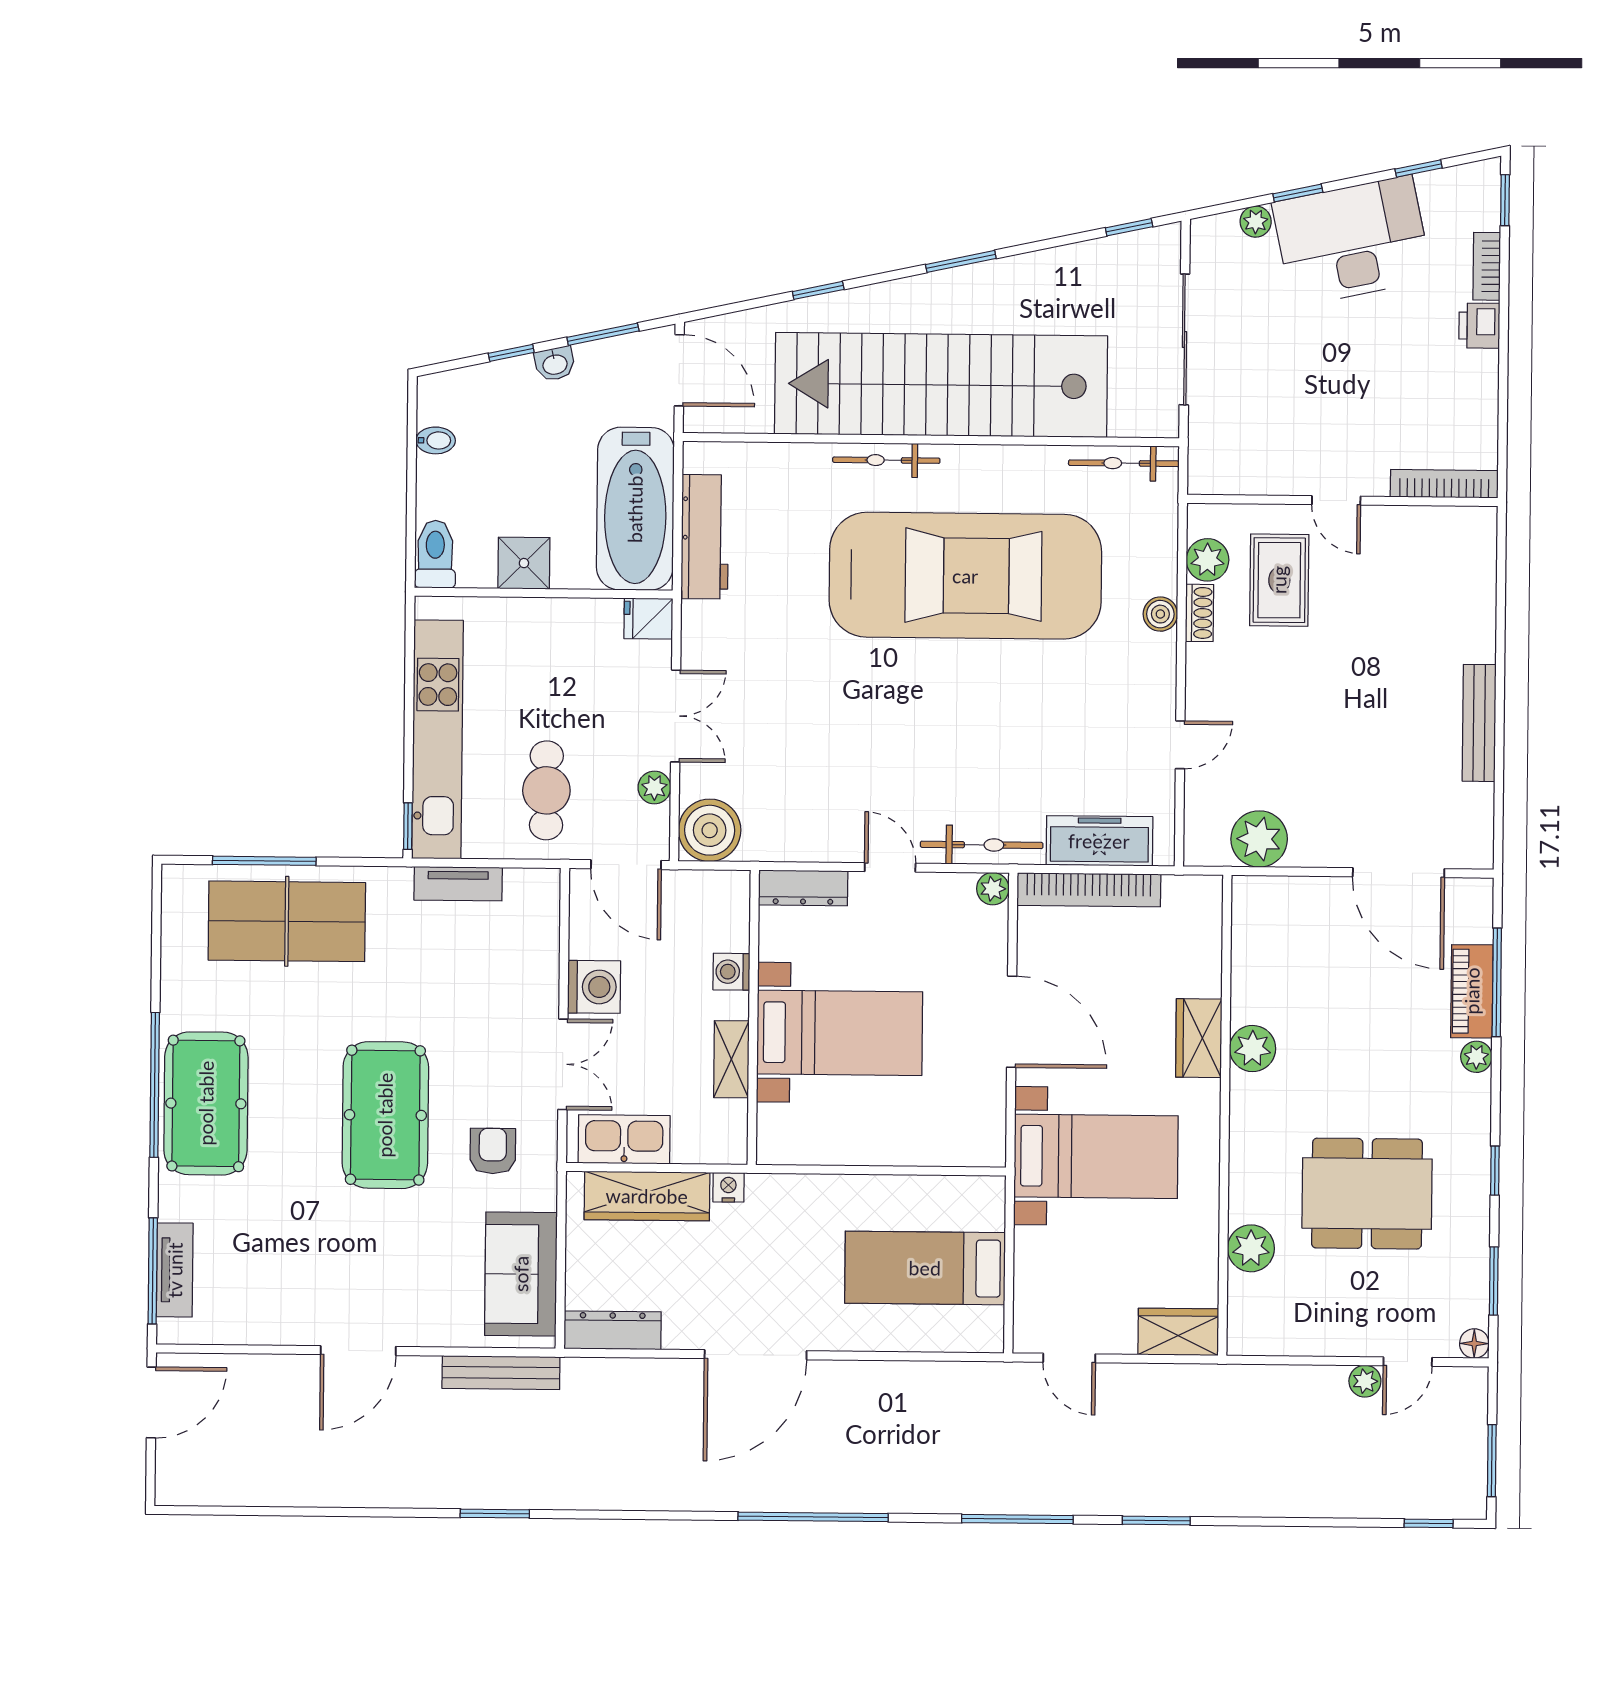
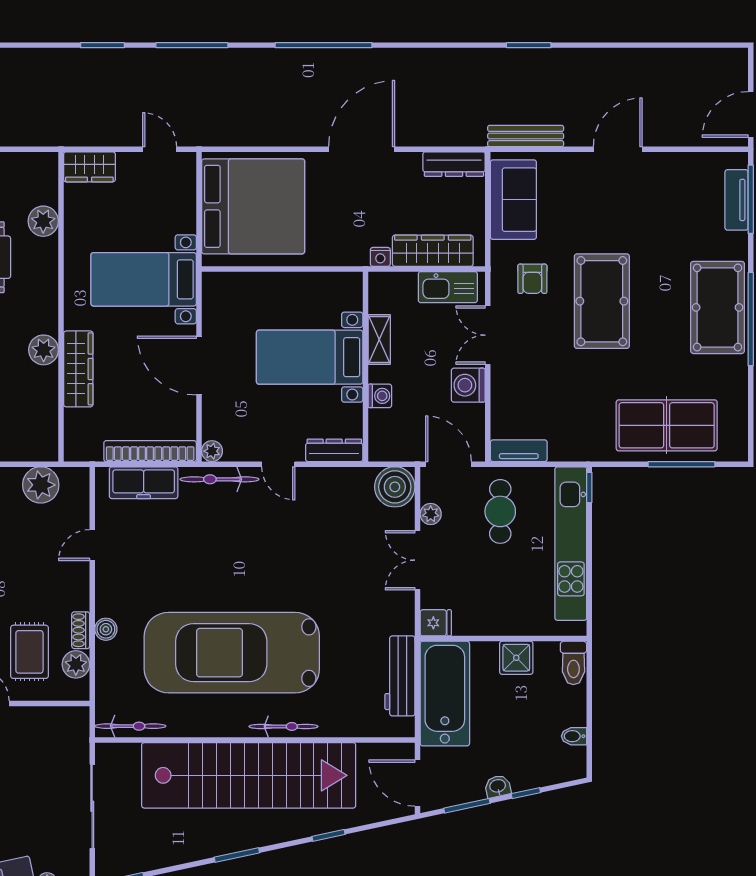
tv unit: (458, 884) -> (519, 451), moved
wardrobe: (1199, 1038) -> (78, 369), width x1.50
bed: (925, 1268) -> (253, 206), width x2.04

